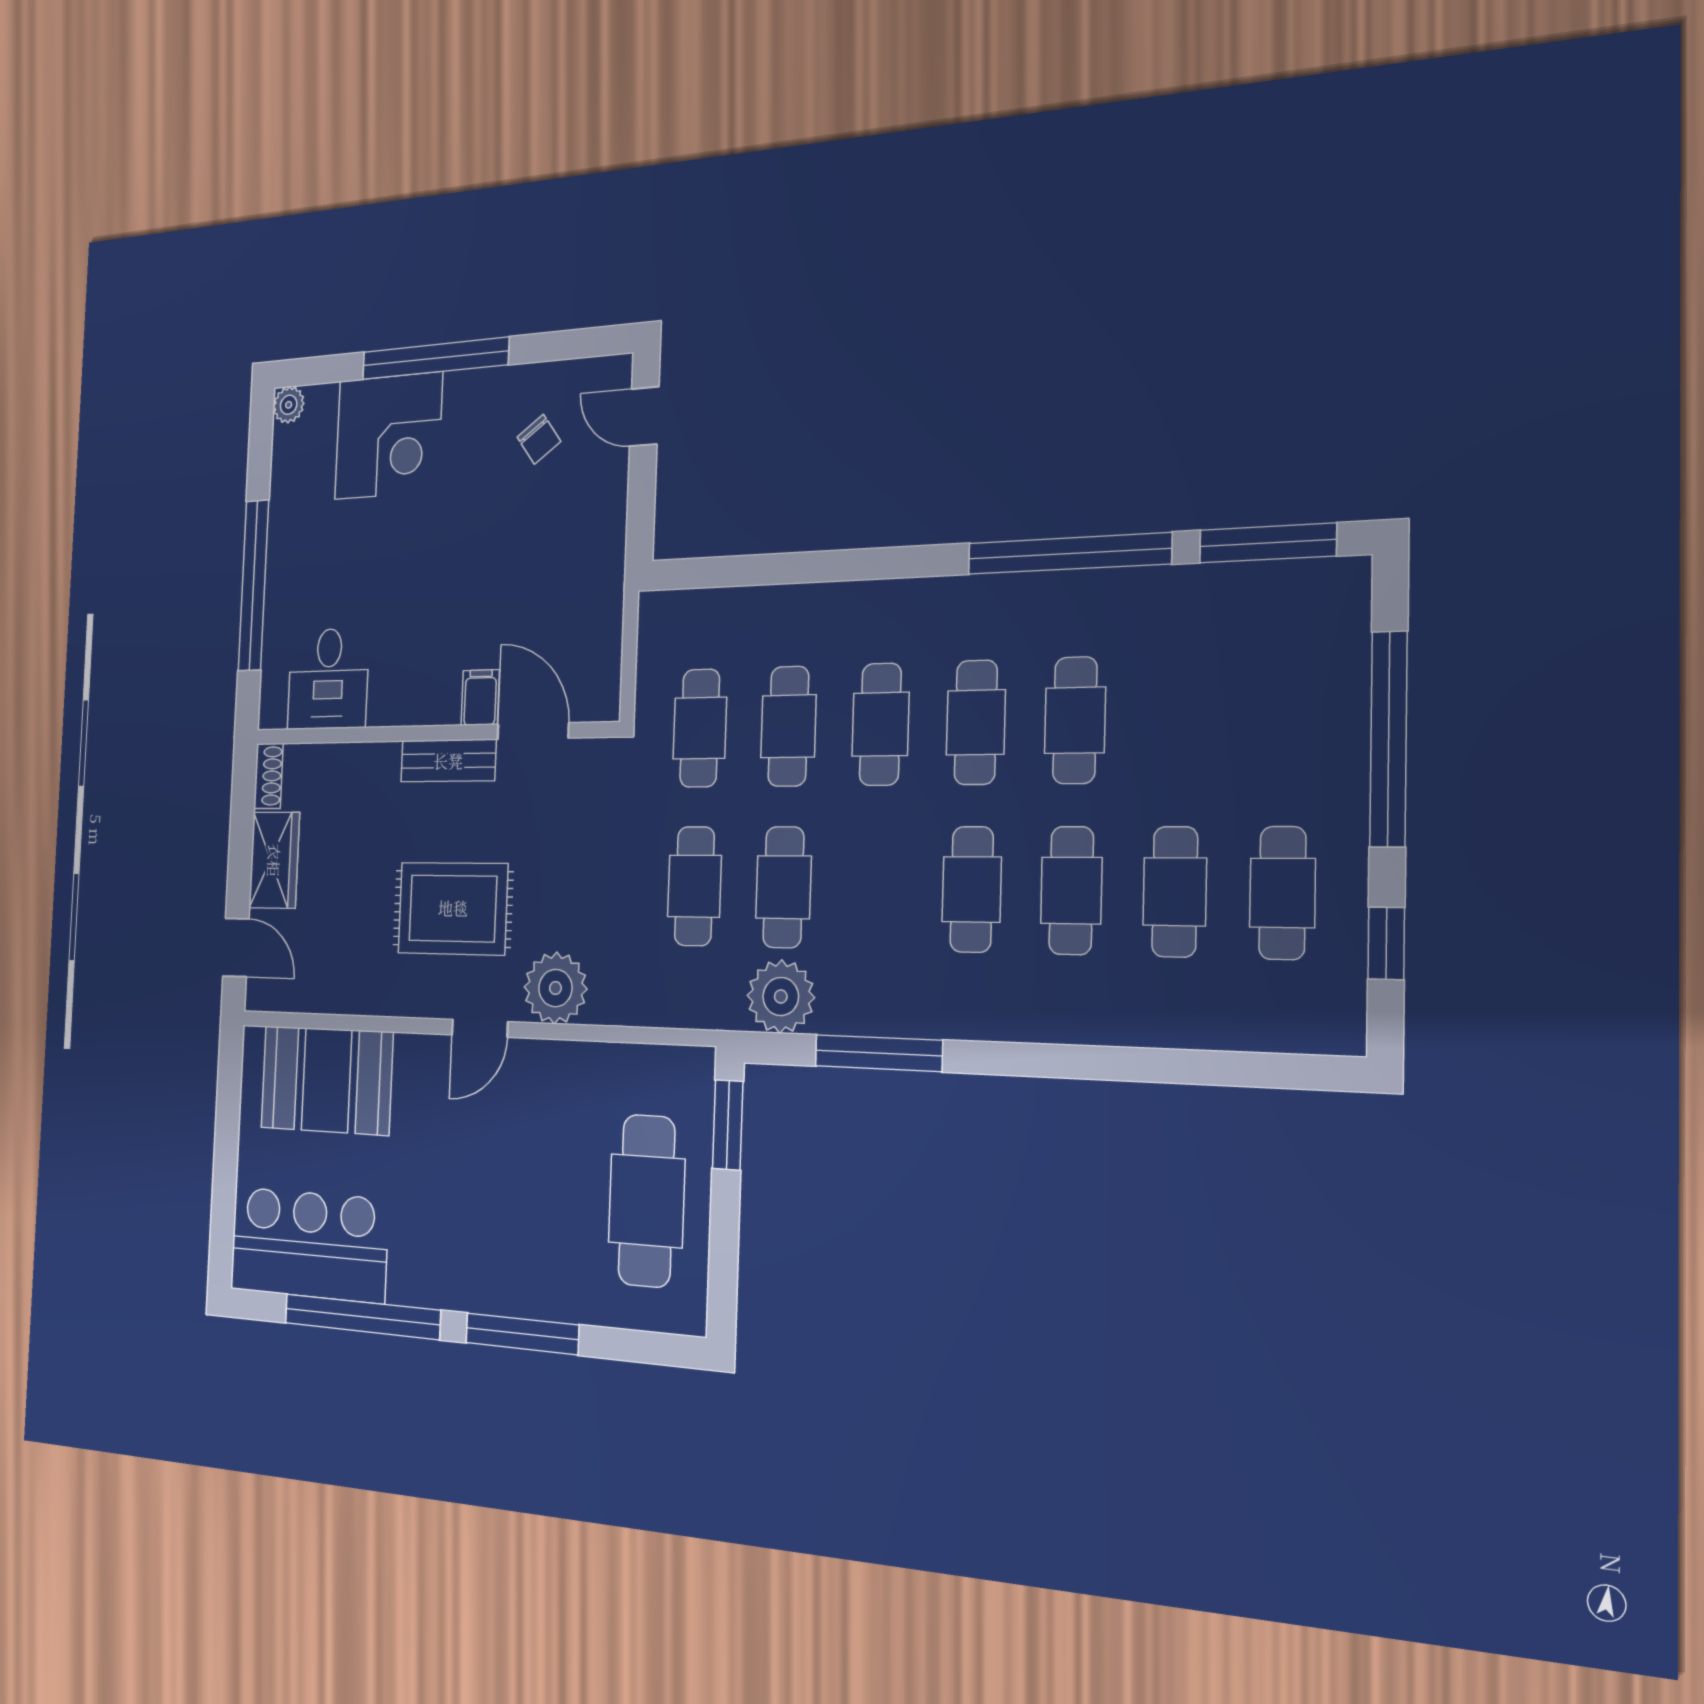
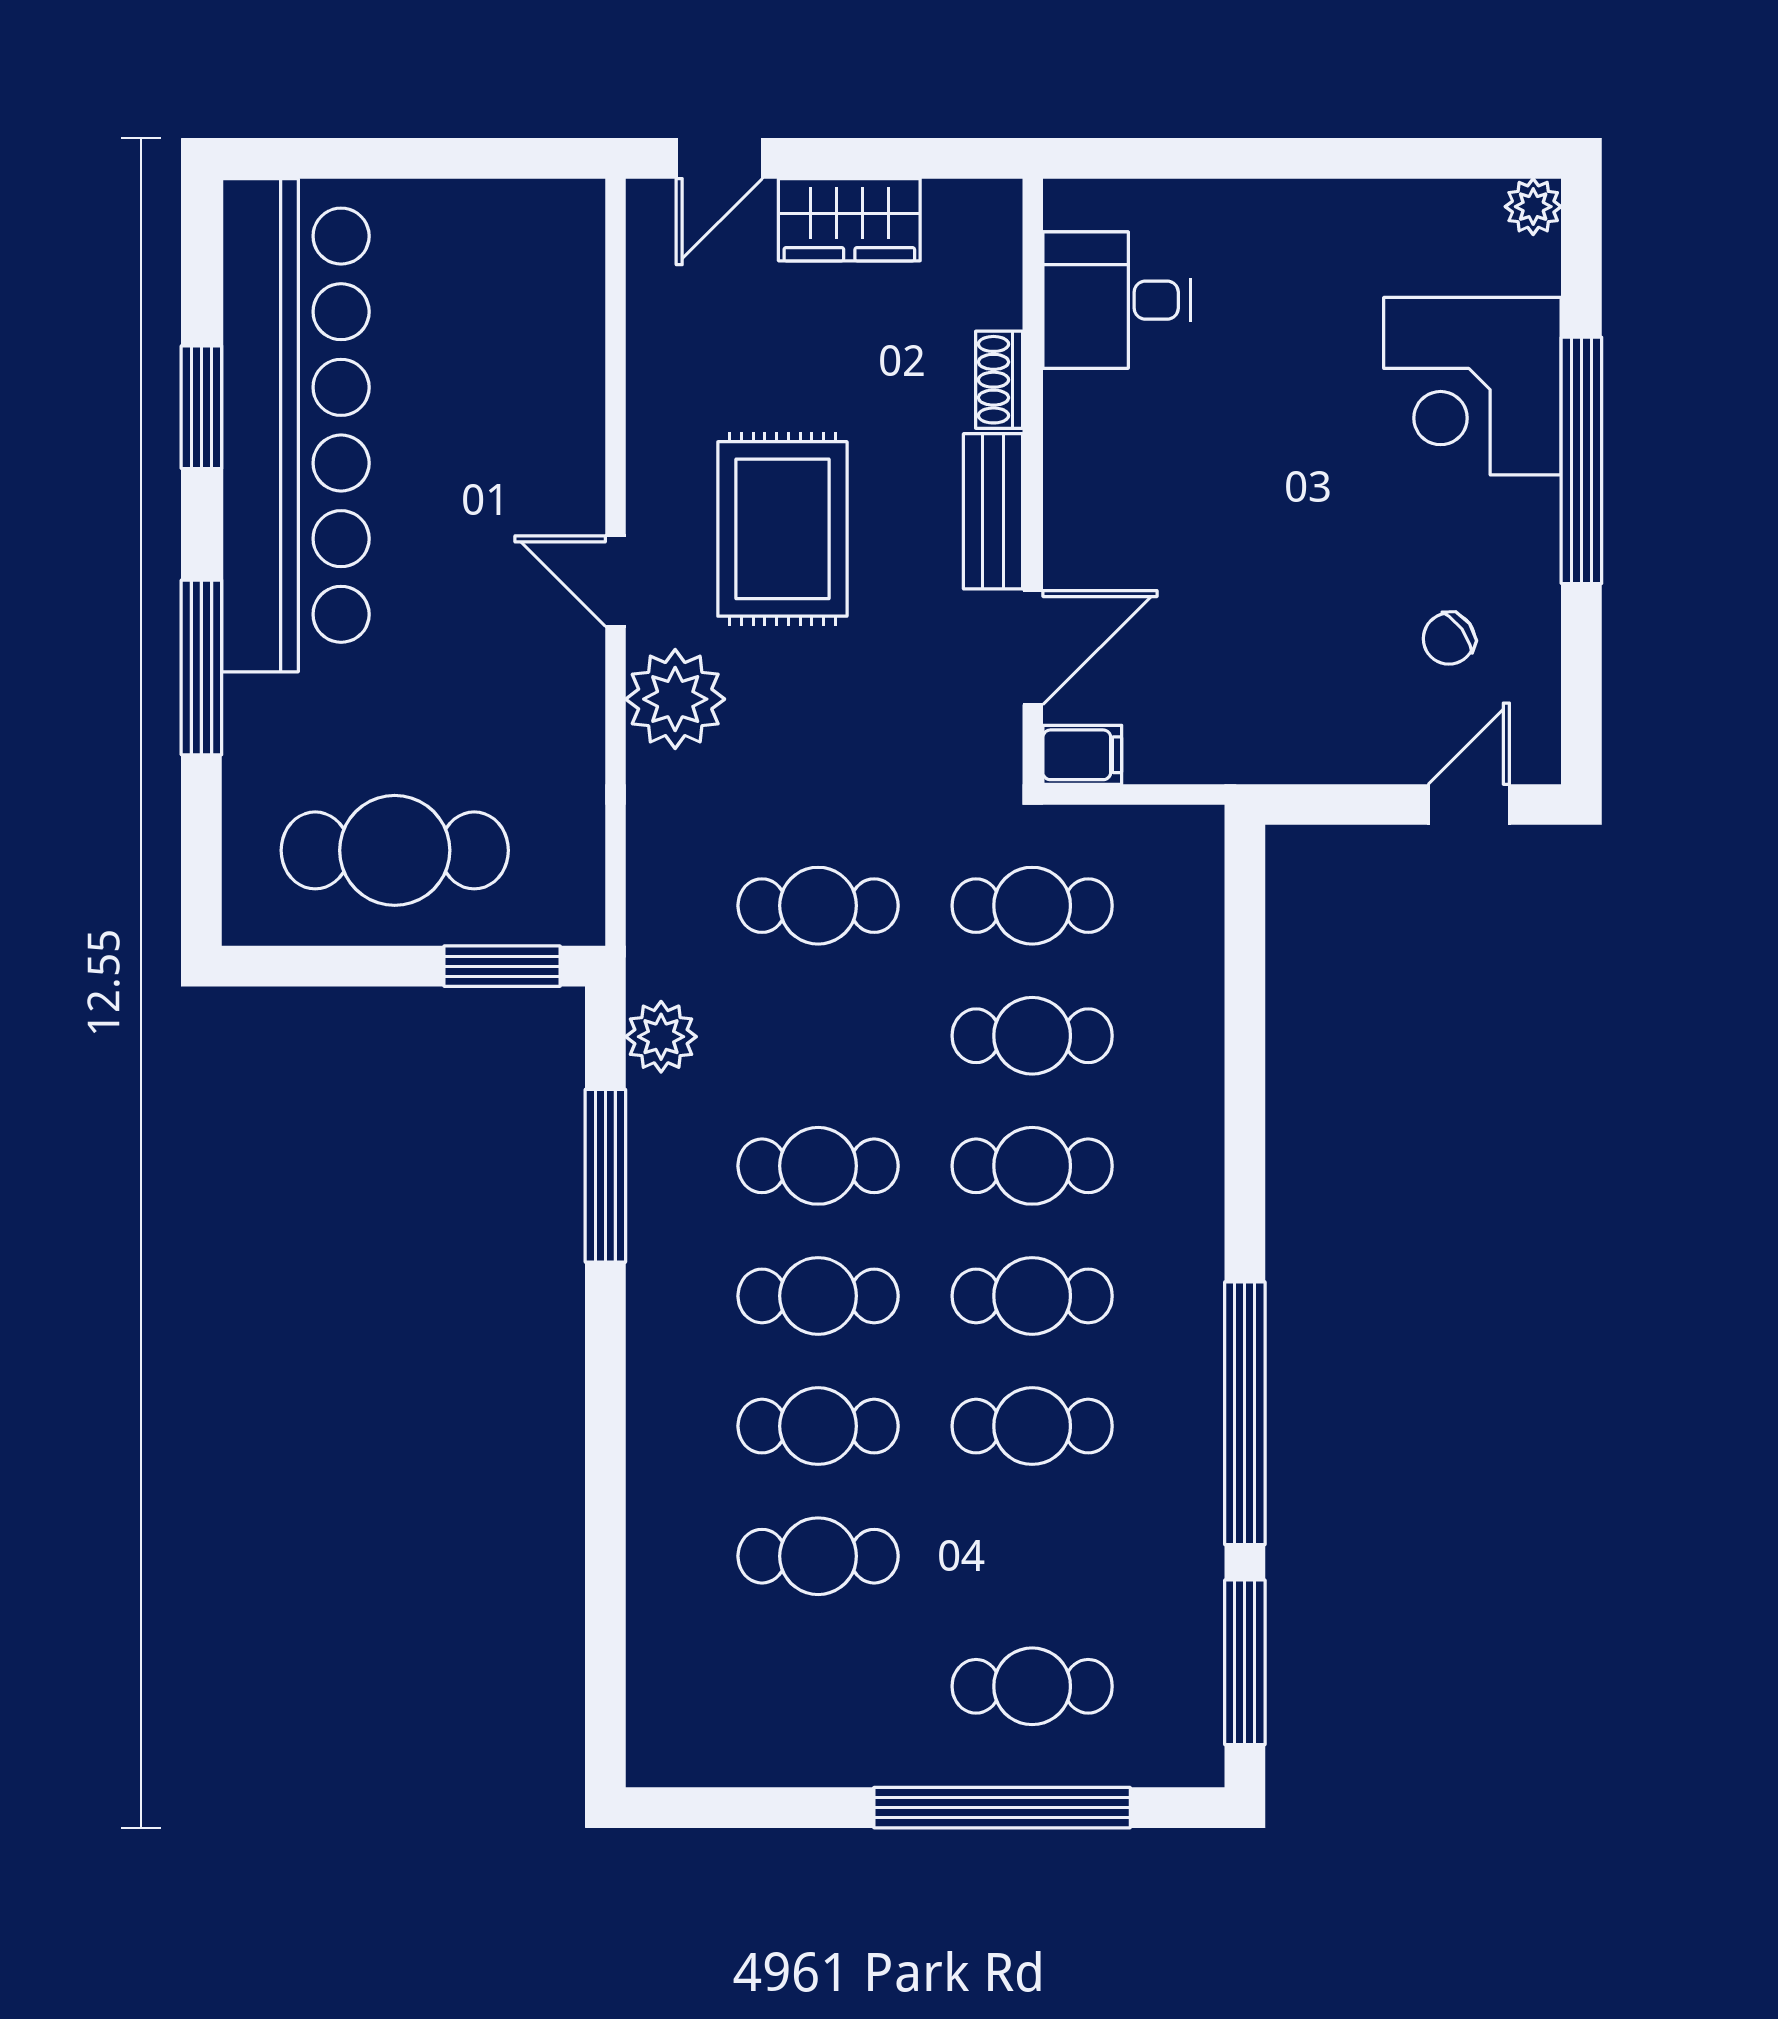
window: (253, 585) -> (1262, 158), removed
filing cabinet: (480, 698) -> (1082, 755), moved
shoe rack: (268, 776) -> (999, 380), moved, turned 90
cafe table: (783, 887) -> (818, 1166), moved
cafe table: (1282, 893) -> (1032, 1686), moved
window: (1386, 943) -> (760, 1808), removed
plant: (781, 997) -> (661, 1037), width x0.73, depth x0.73
booth: (327, 1080) -> (532, 329), removed
bar counter: (309, 1245) -> (295, 425), width x1.86
window: (362, 1317) -> (201, 407), width x0.47

